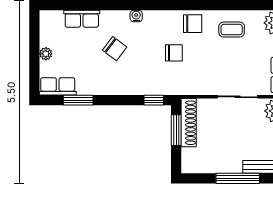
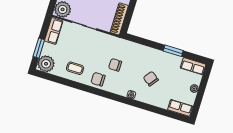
row of seats: (82, 19) -> (180, 108), moved
window: (78, 100) -> (173, 51), moved
window: (154, 100) -> (136, 39), removed
window: (176, 130) -> (128, 17), removed

